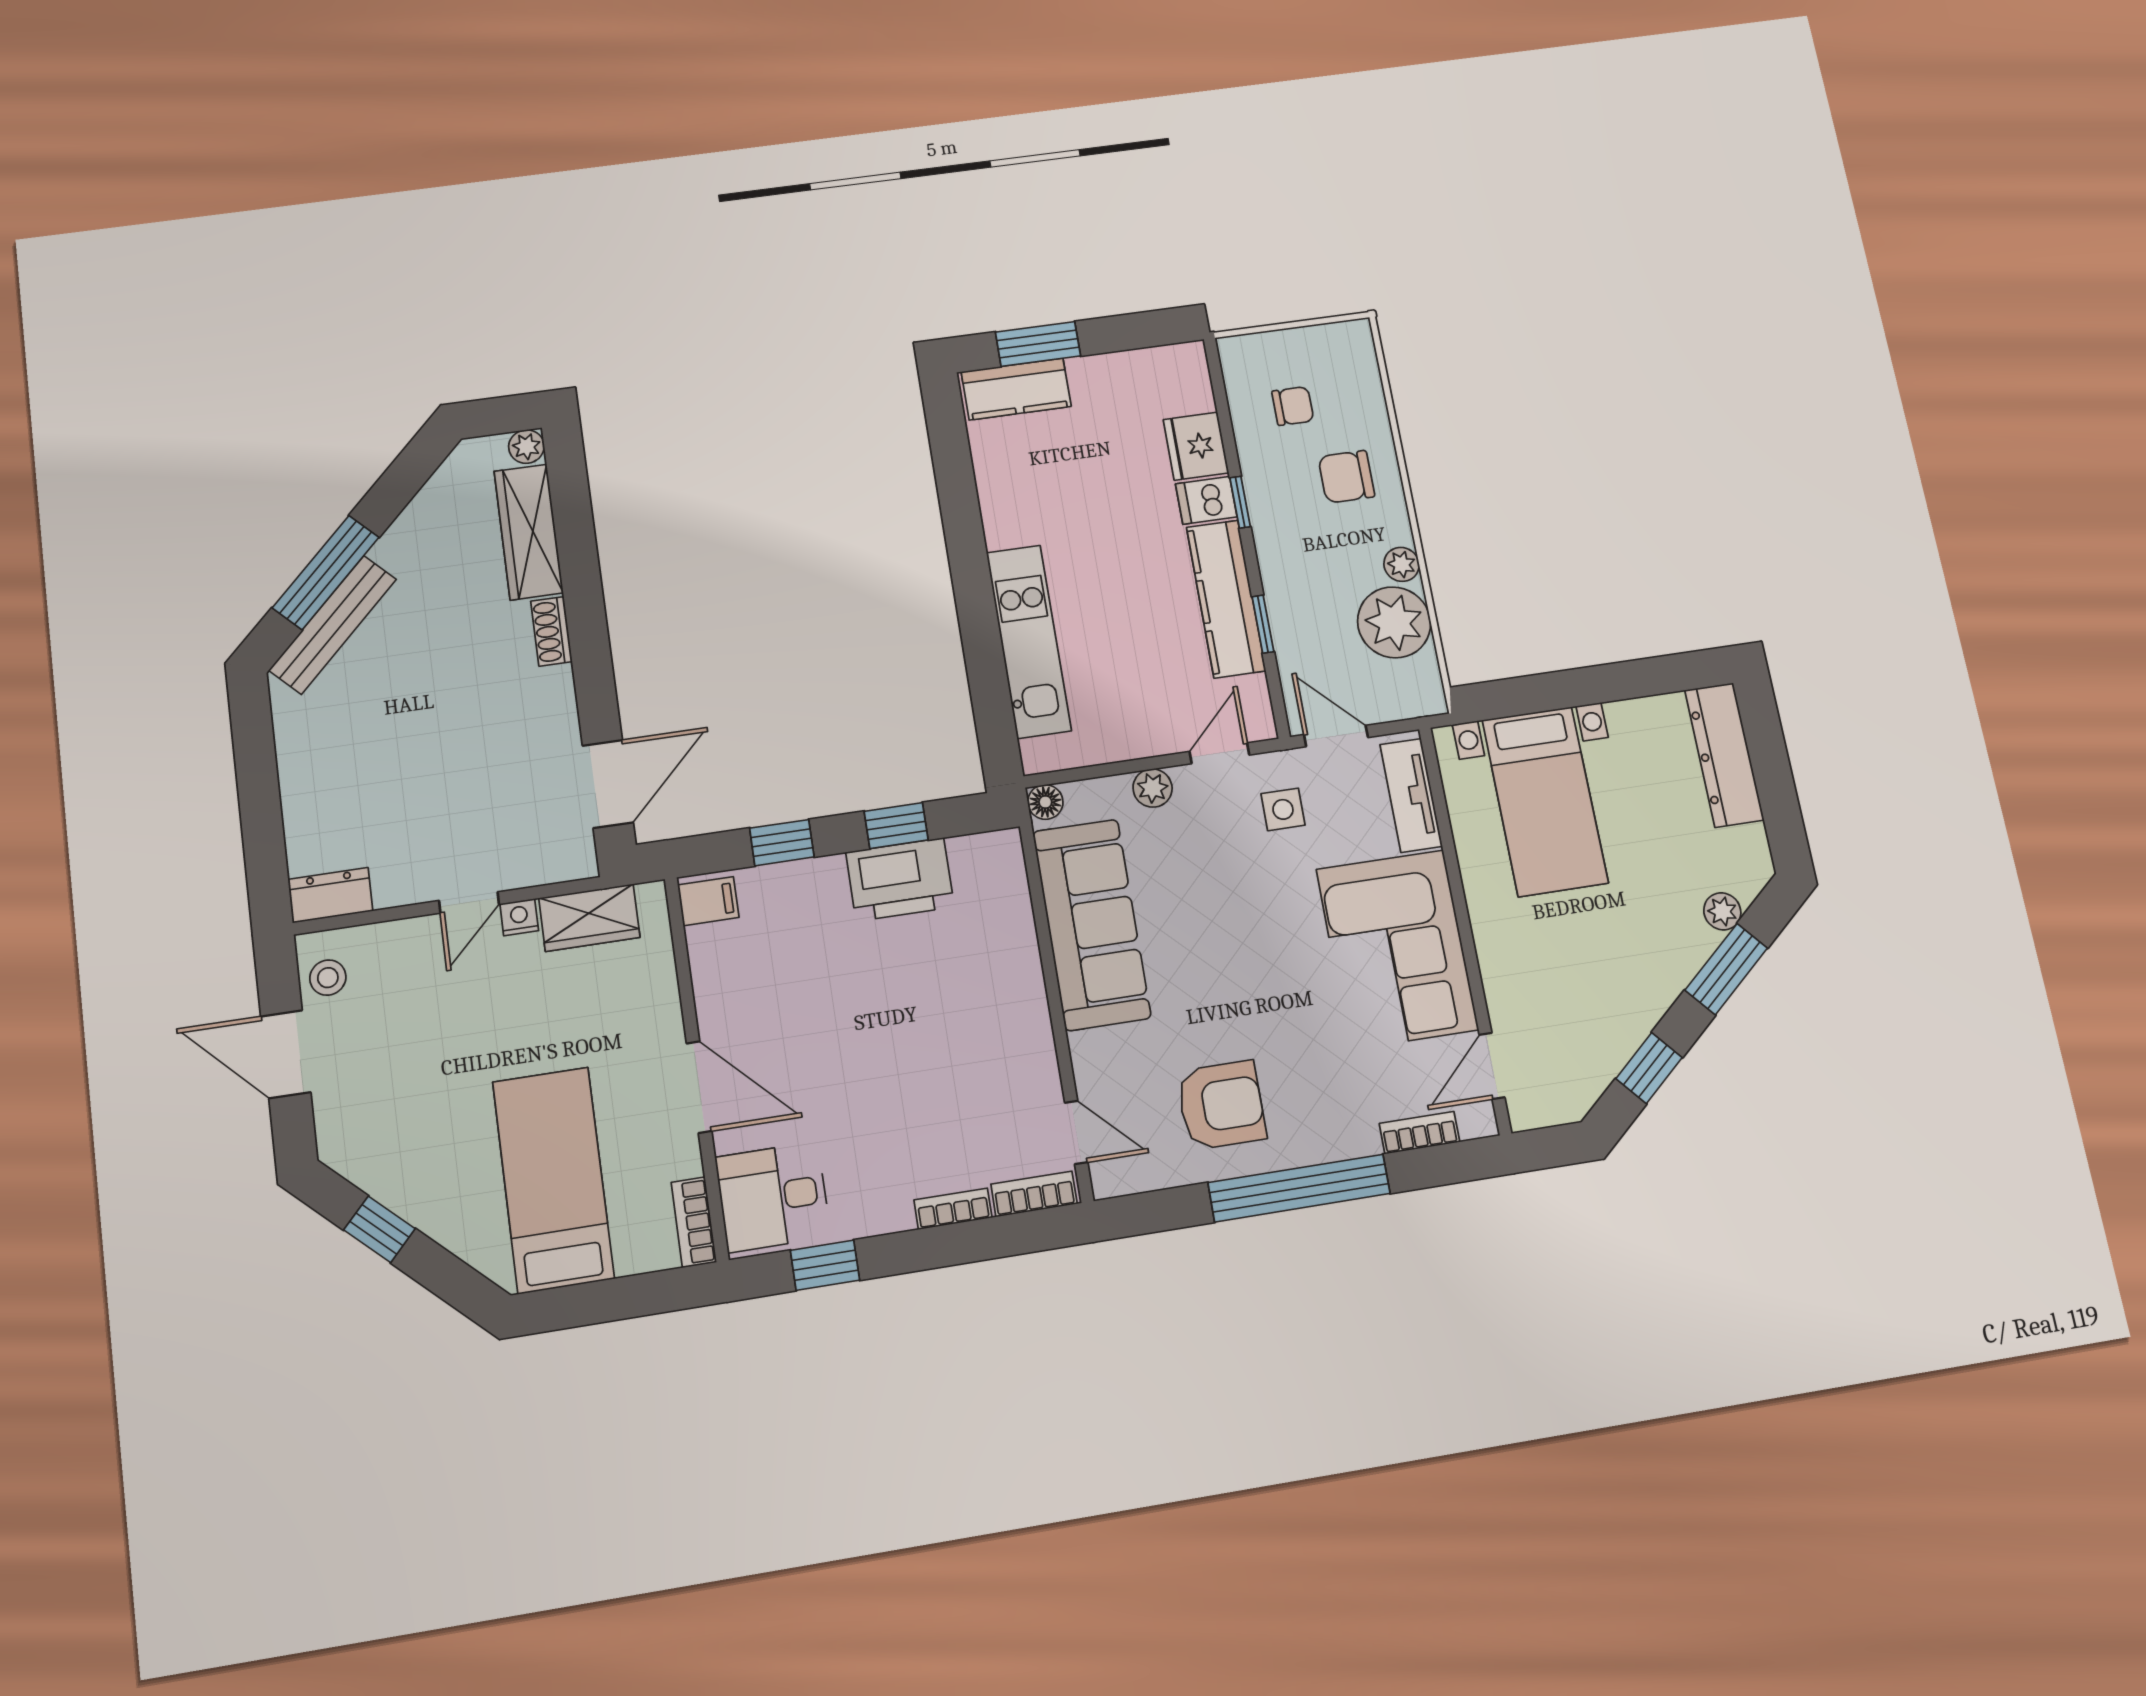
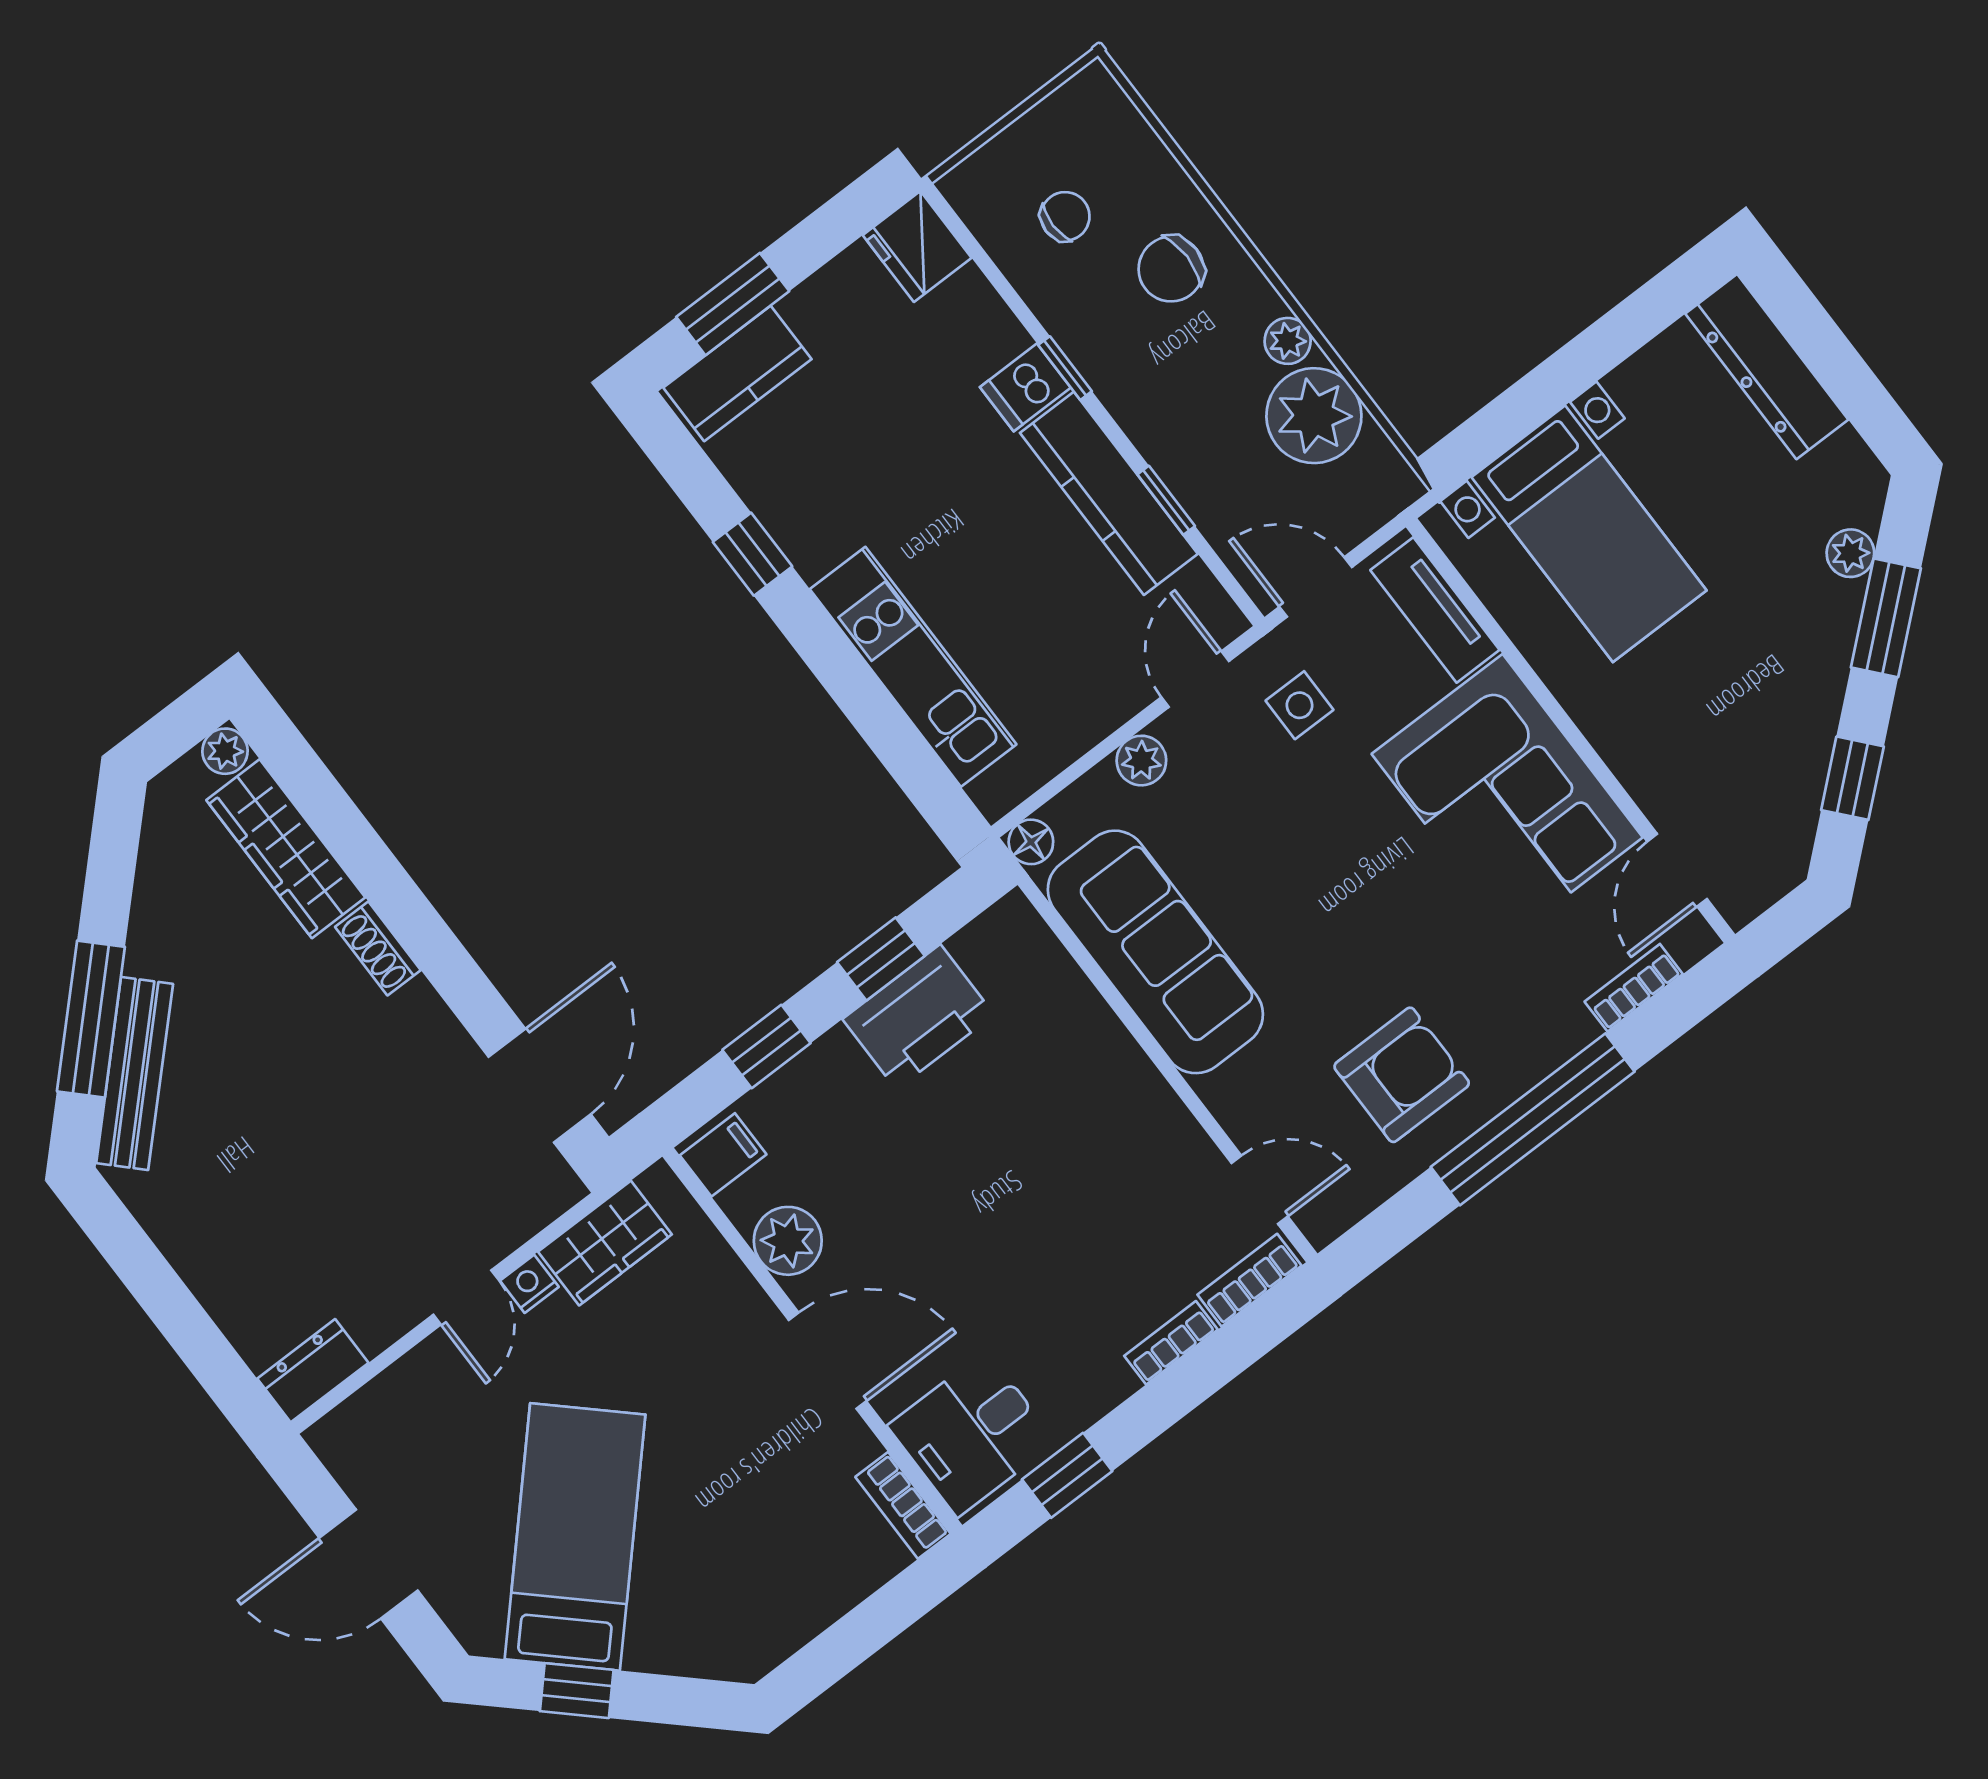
fridge: (1196, 446) -> (917, 247), moved
window: (960, 510) -> (752, 554), added
stool: (328, 978) -> (364, 1460), removed
plant: (719, 986) -> (788, 1241), added
bed: (553, 1180) -> (575, 1537), moved, turned 43

